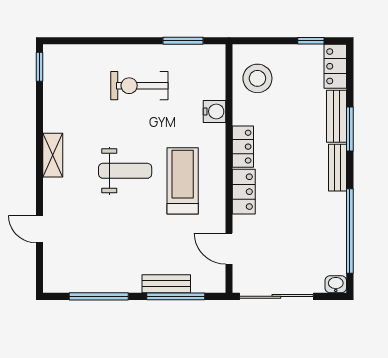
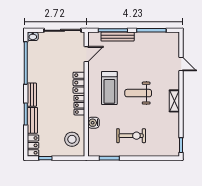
door: (229, 249) -> (86, 54), hinge flipped
bench: (166, 284) -> (118, 37), width x1.36

